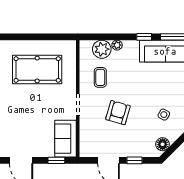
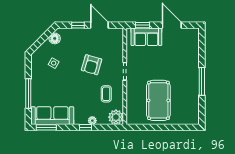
window: (144, 37) -> (86, 127), moved
plant: (102, 49) -> (116, 117), moved
pool table: (37, 69) -> (158, 100), turned 90
sofa: (66, 139) -> (146, 37), moved, turned 90

